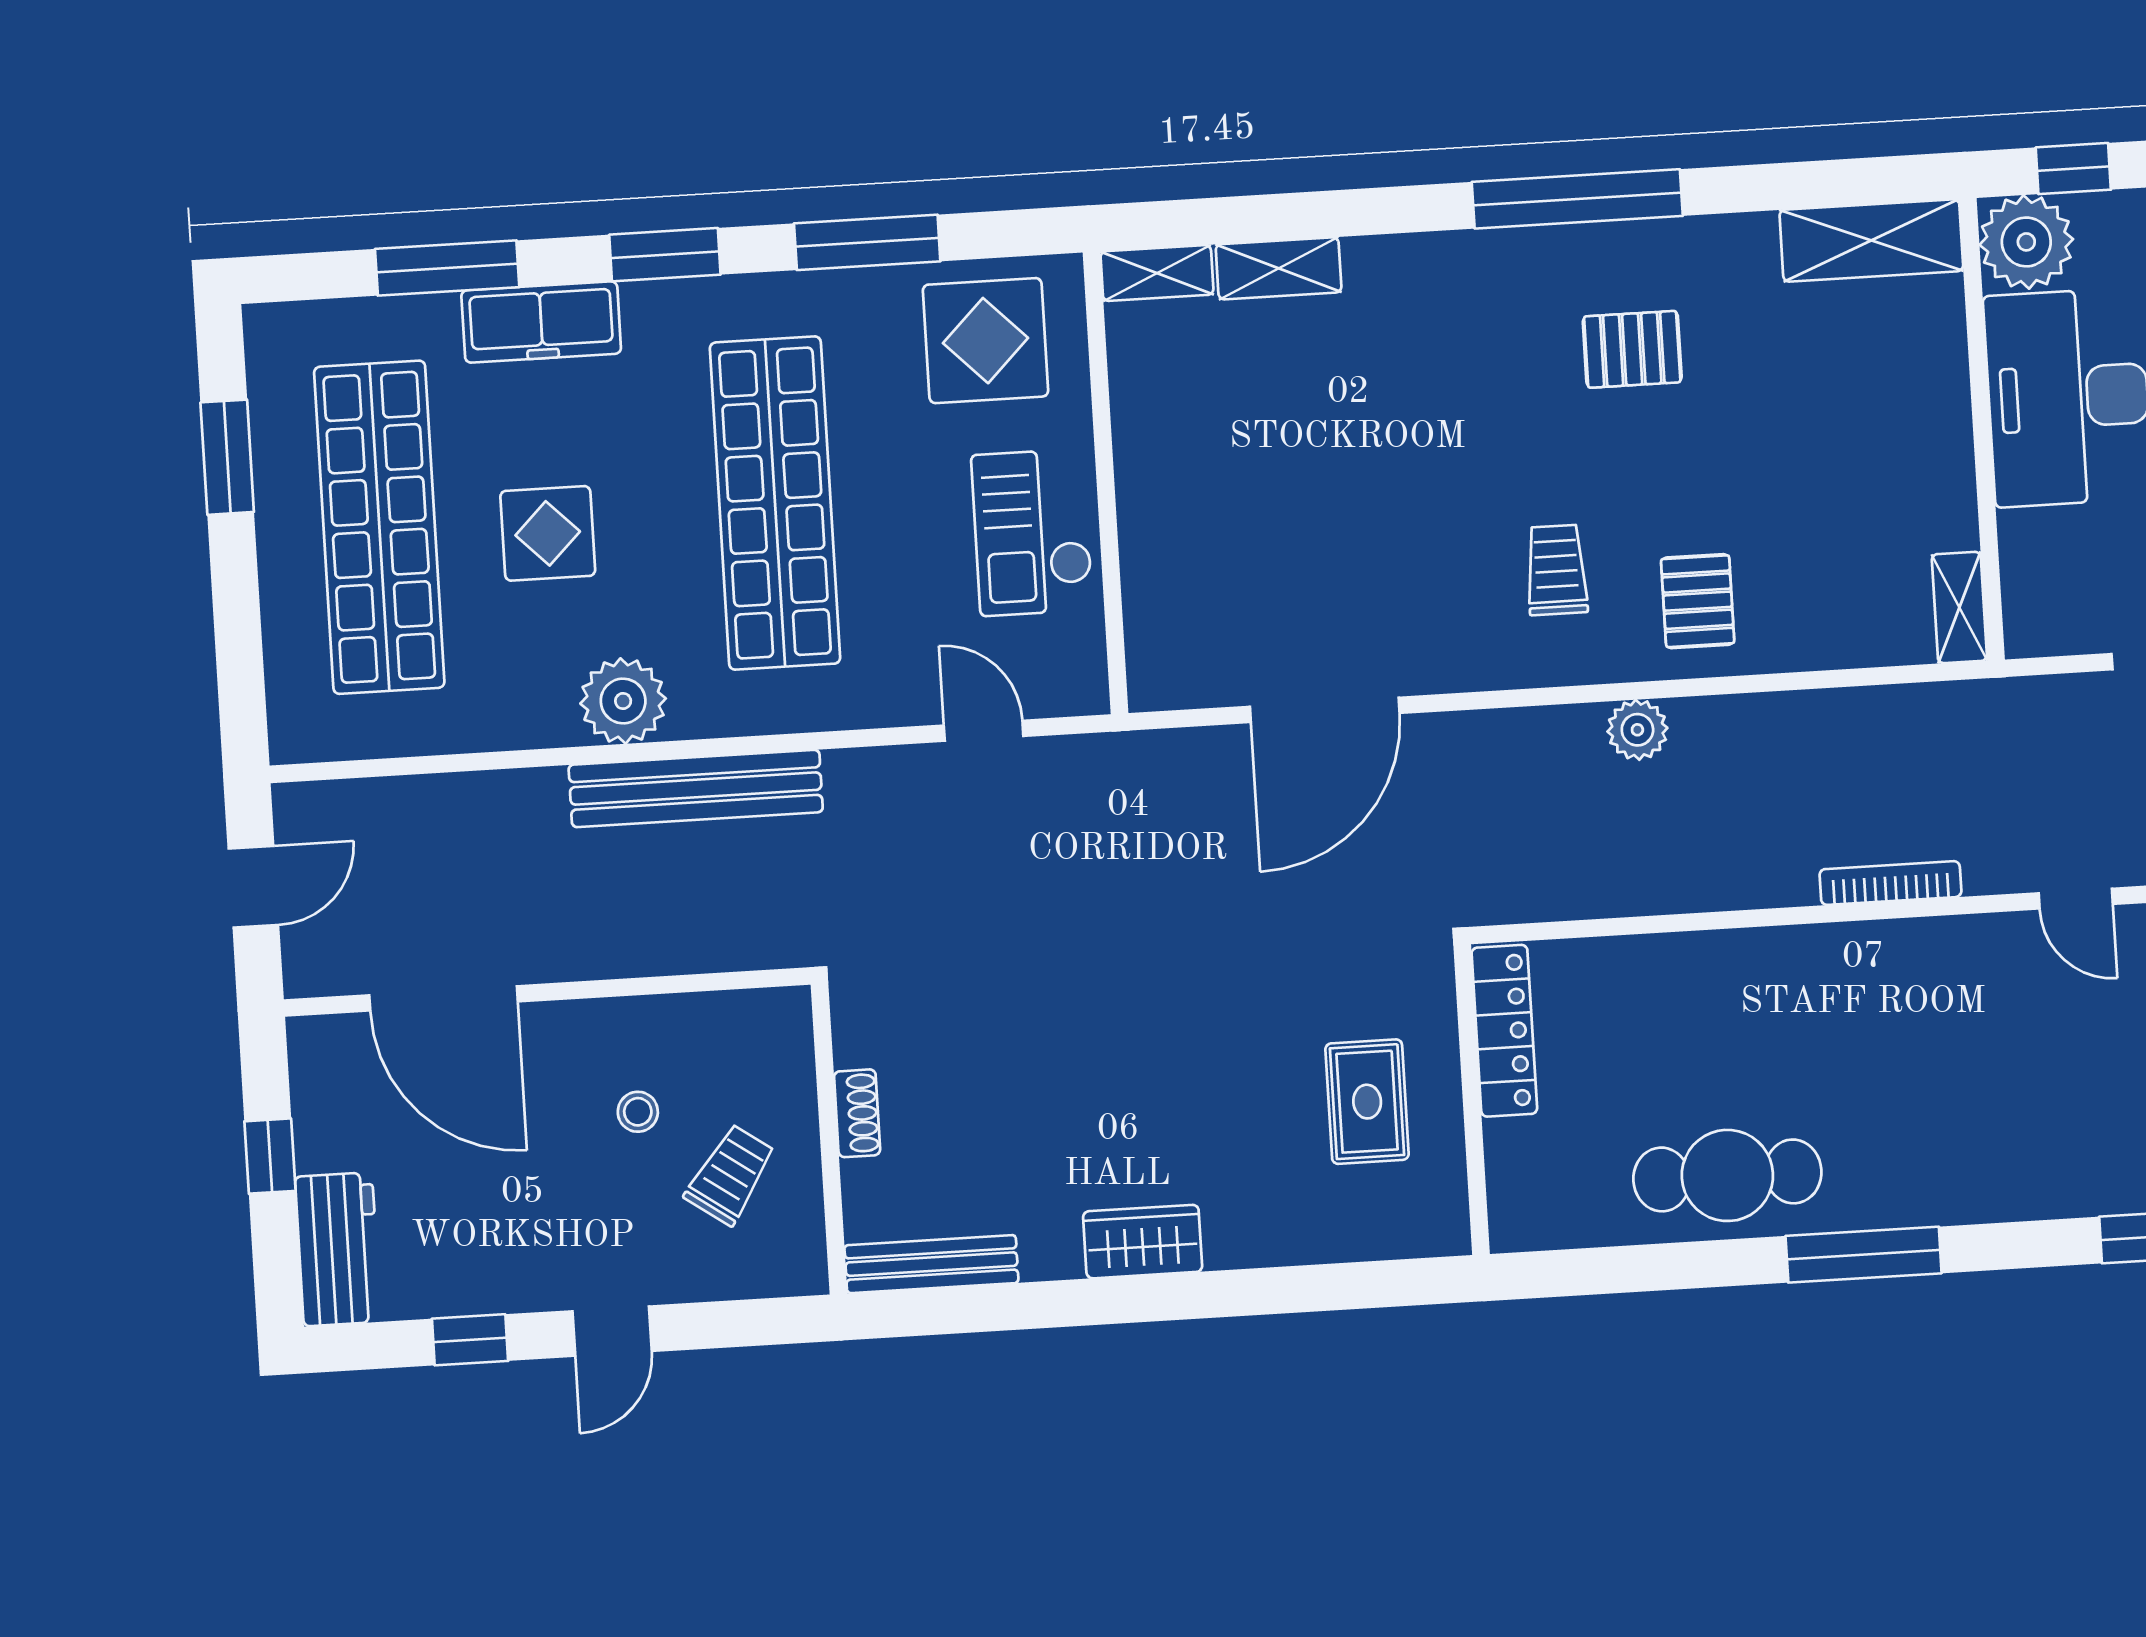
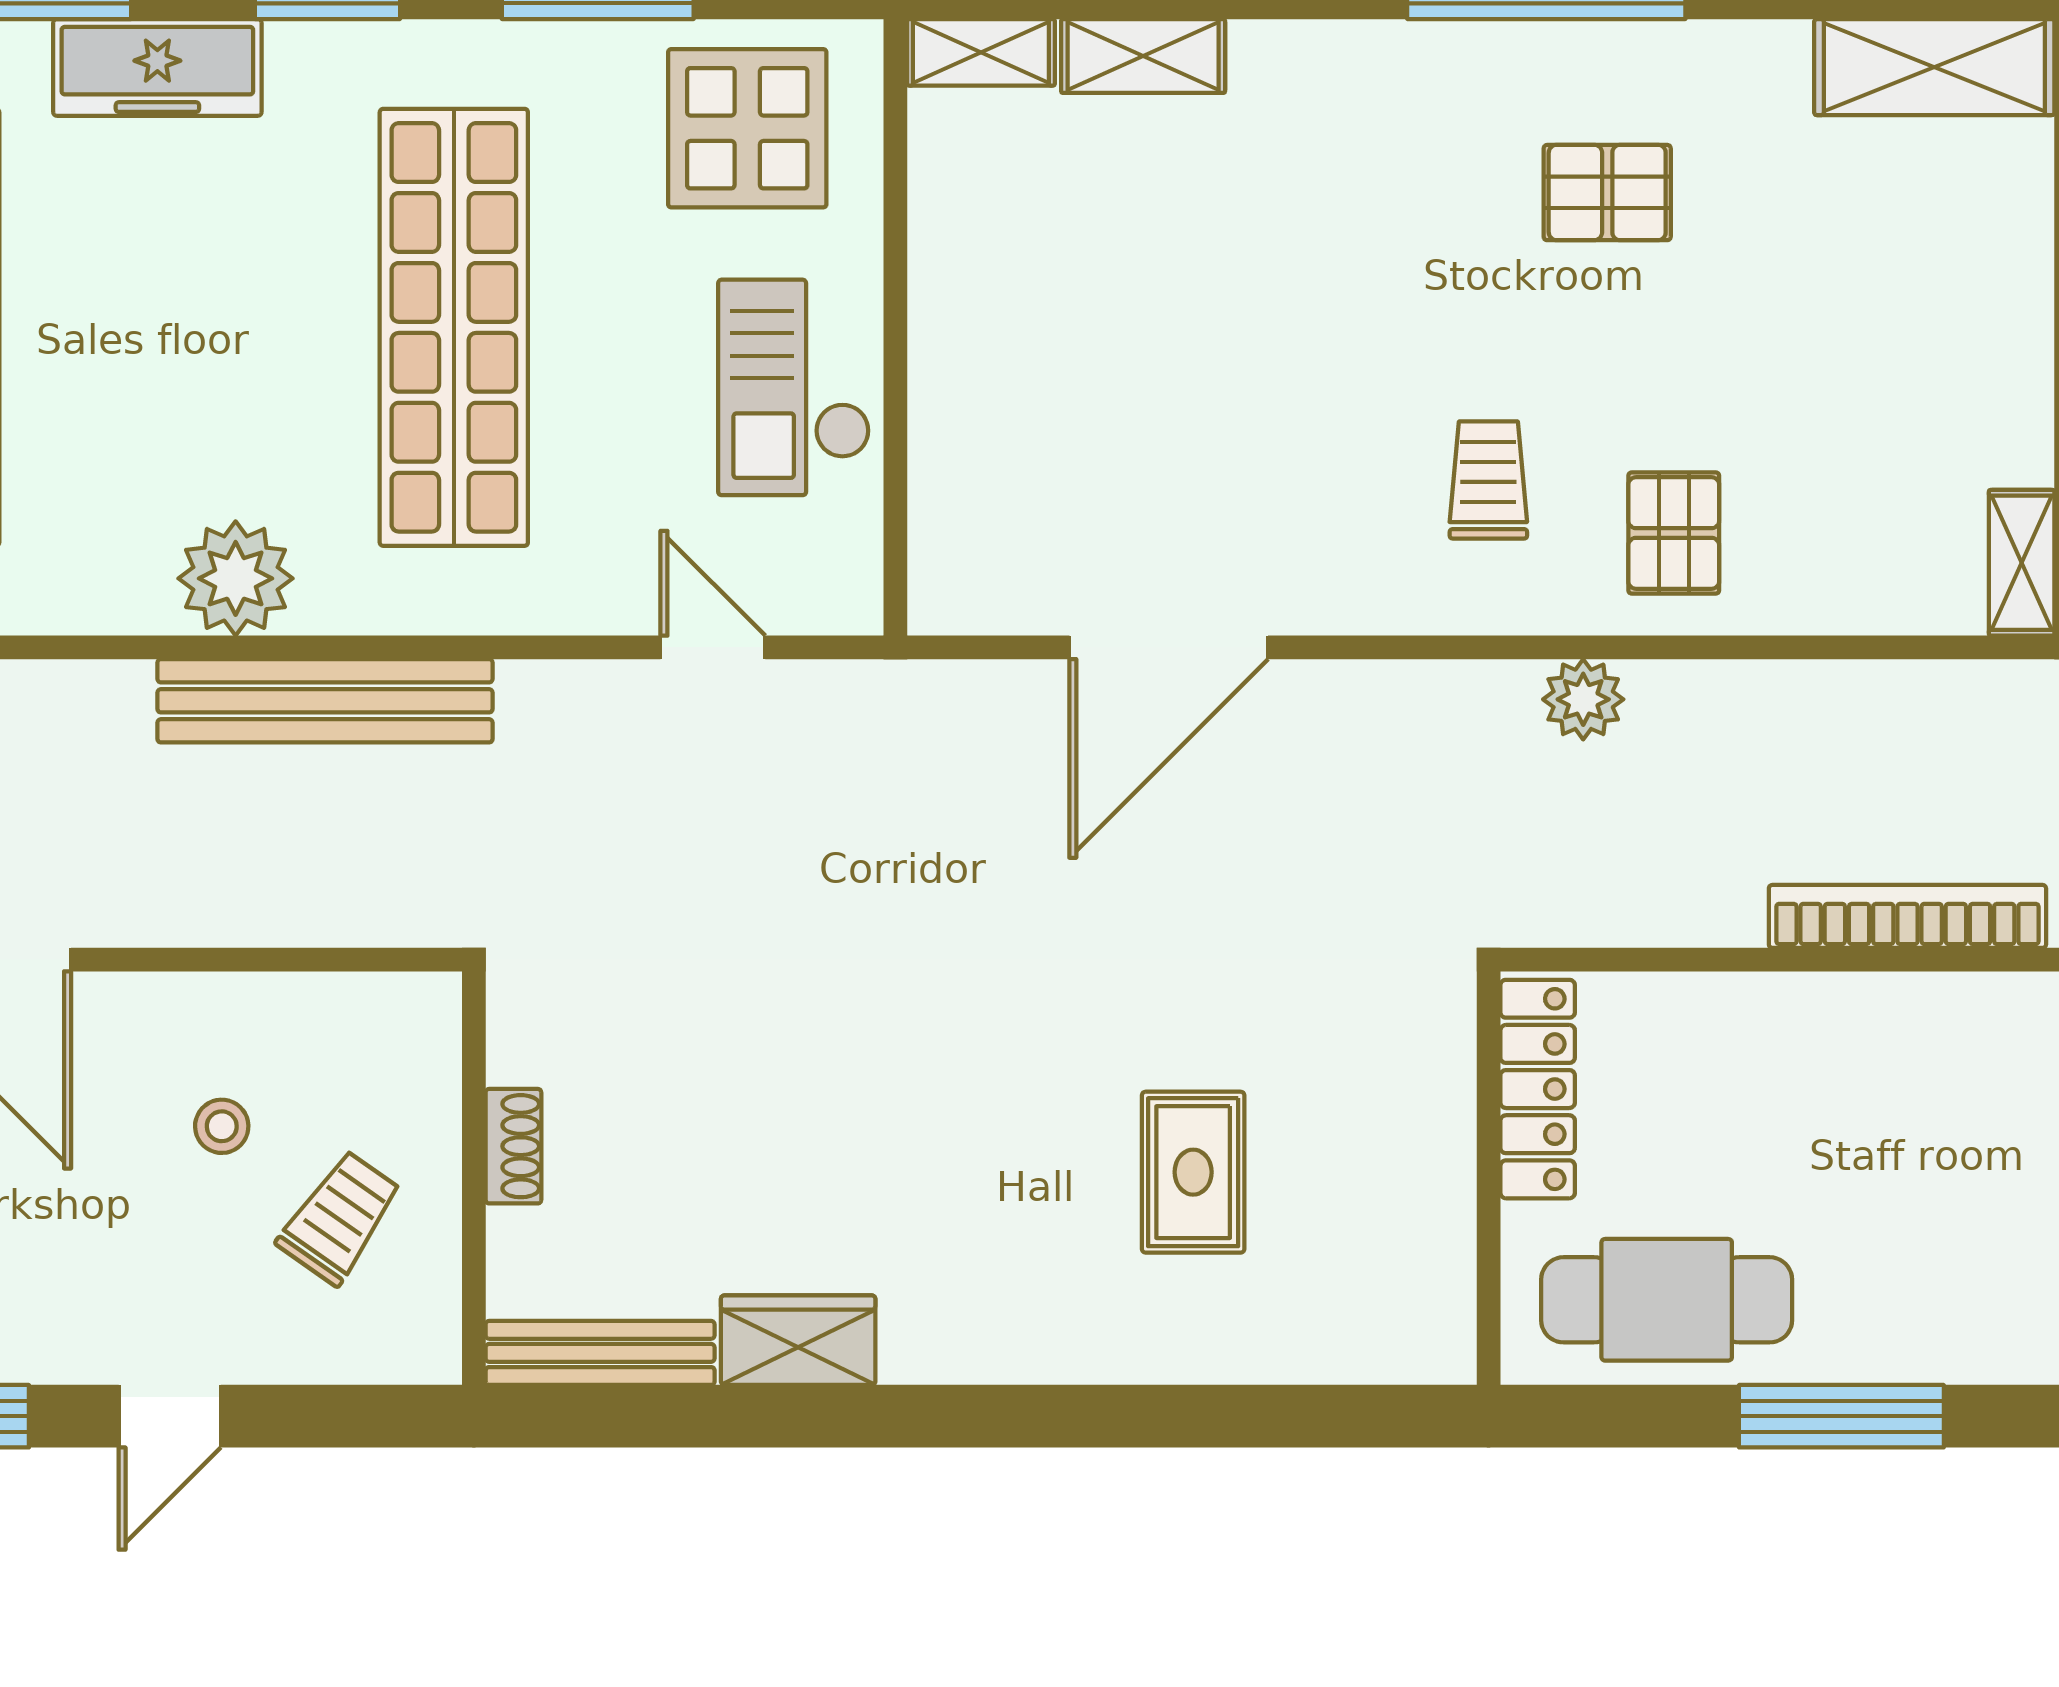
display table: (548, 533) -> (149, 349), removed
bookcase: (1890, 883) -> (1907, 916), width x1.48, depth x1.31
locker: (1504, 1031) -> (1538, 1089), moved
wall: (1472, 1100) -> (1489, 1178), moved
wardrobe: (1143, 1242) -> (798, 1340), moved

